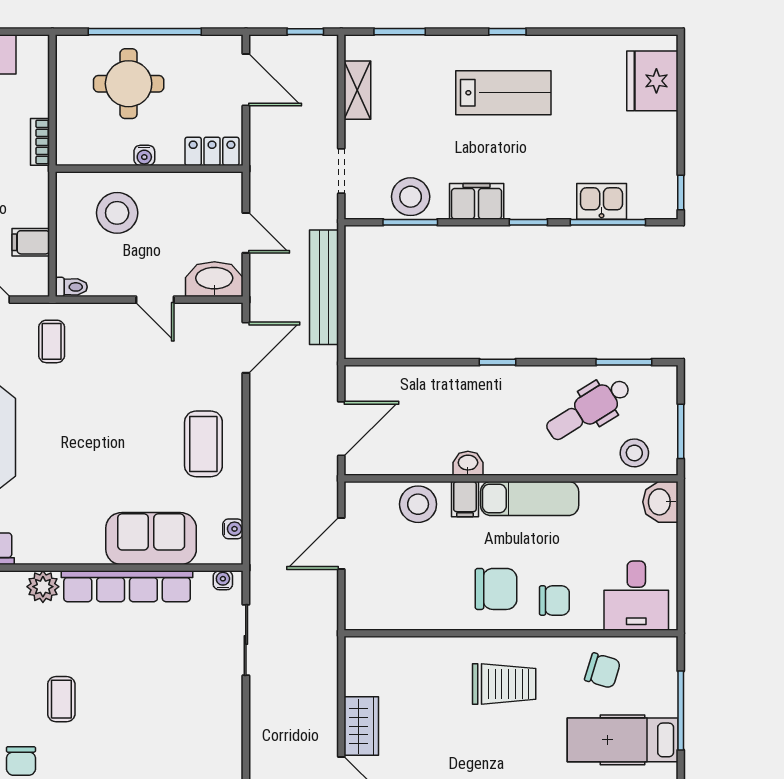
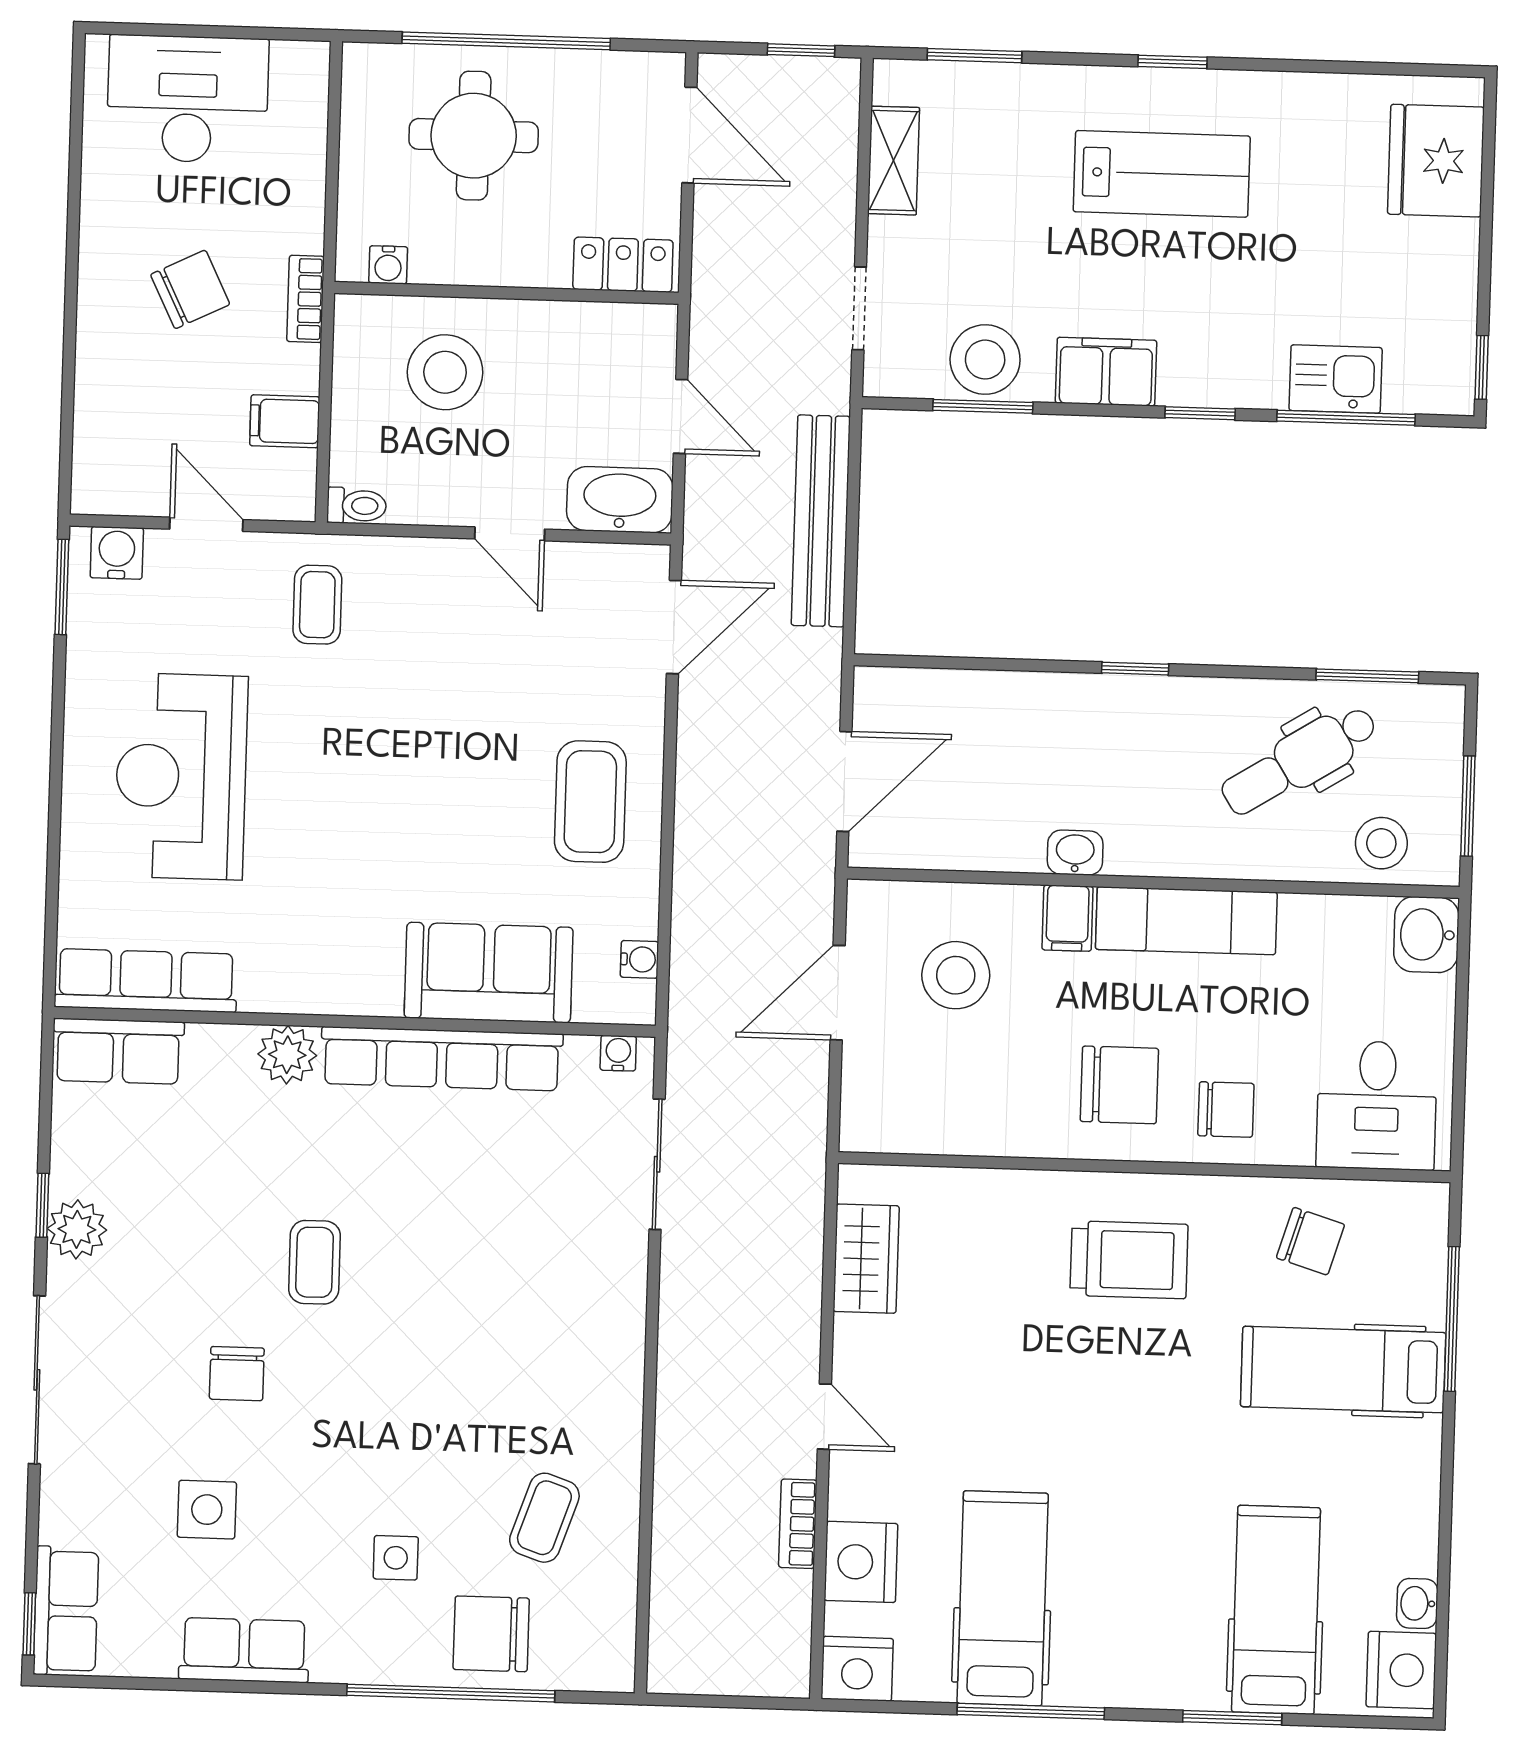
bookcase: (40, 142) -> (305, 299), moved
water cooler: (144, 155) -> (388, 265), moved
stool: (418, 504) -> (956, 975), moved
wardrobe: (361, 726) -> (866, 1259), moved

